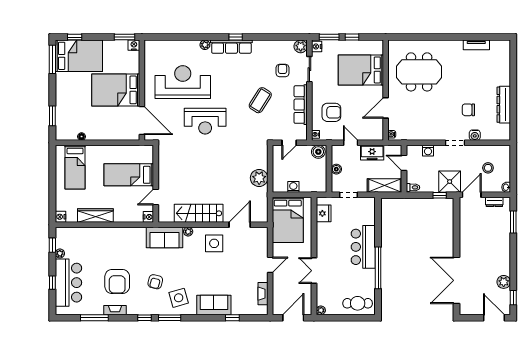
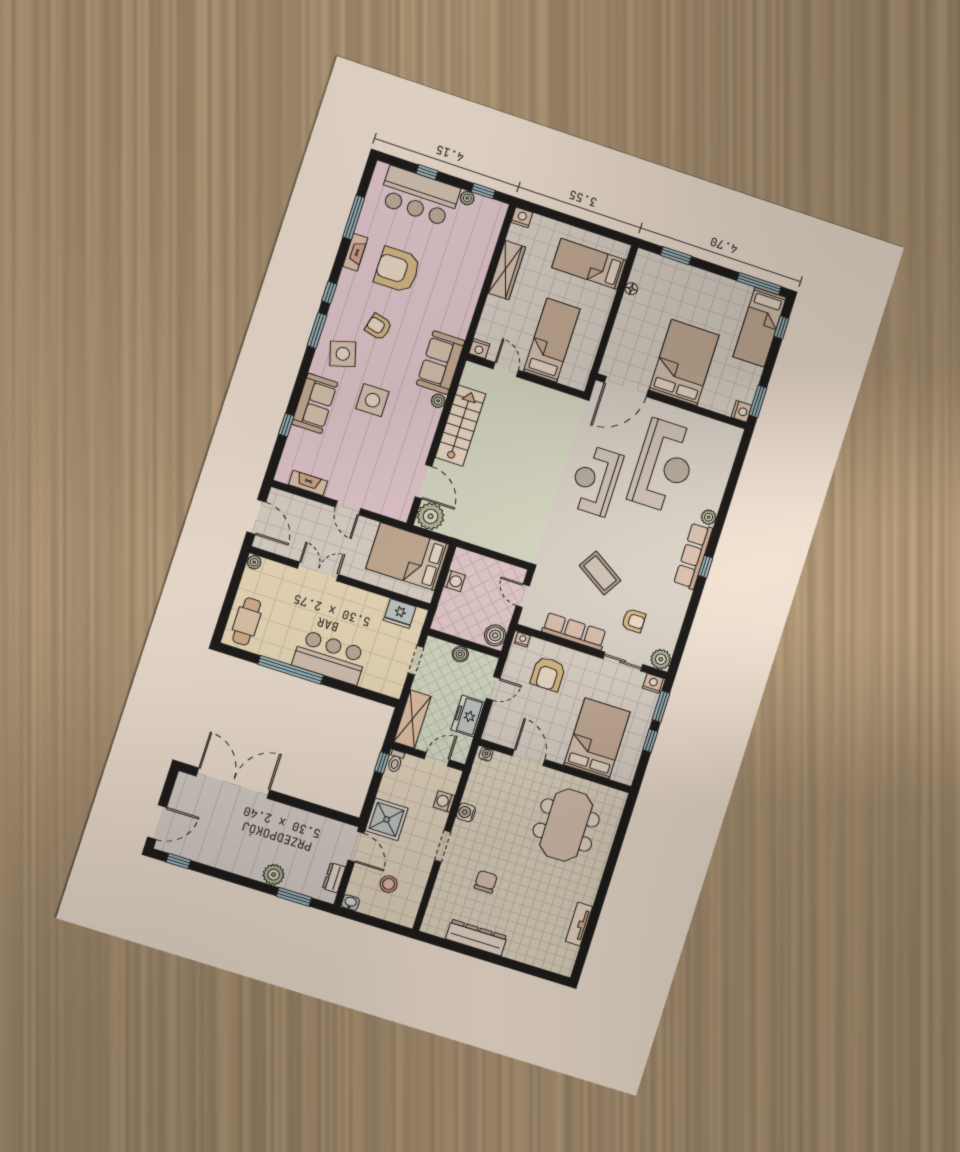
bed: (79, 56) -> (760, 327), width x0.67
water cooler: (475, 135) -> (466, 812), moved
plant: (259, 178) -> (431, 516), moved
window: (440, 195) -> (382, 763), moved
side table: (214, 243) -> (372, 400), moved
plant: (504, 282) -> (274, 875), moved

